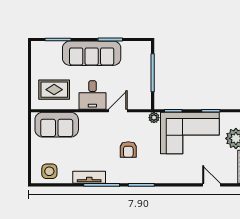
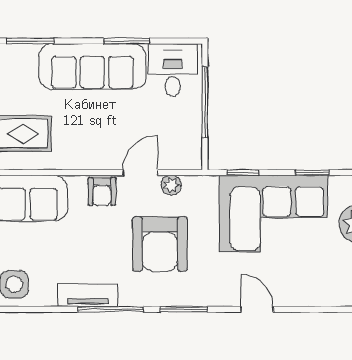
desk: (92, 95) -> (173, 70), moved, turned 180
plant: (154, 118) -> (171, 185), moved
armchair: (97, 121) -> (102, 191), added
armchair: (128, 150) -> (160, 244), width x1.88, depth x1.88
door: (212, 185) -> (257, 309), moved

